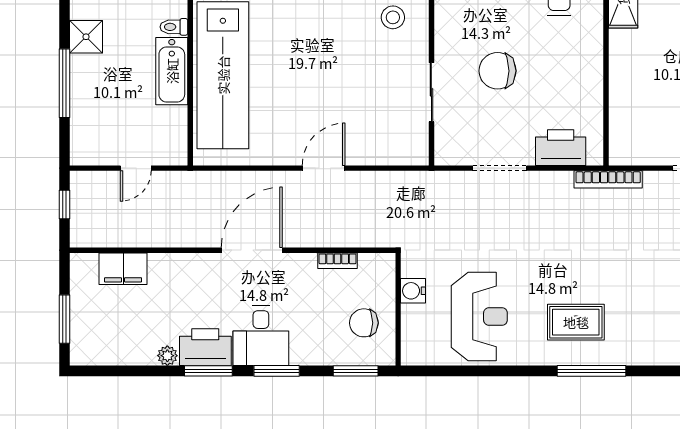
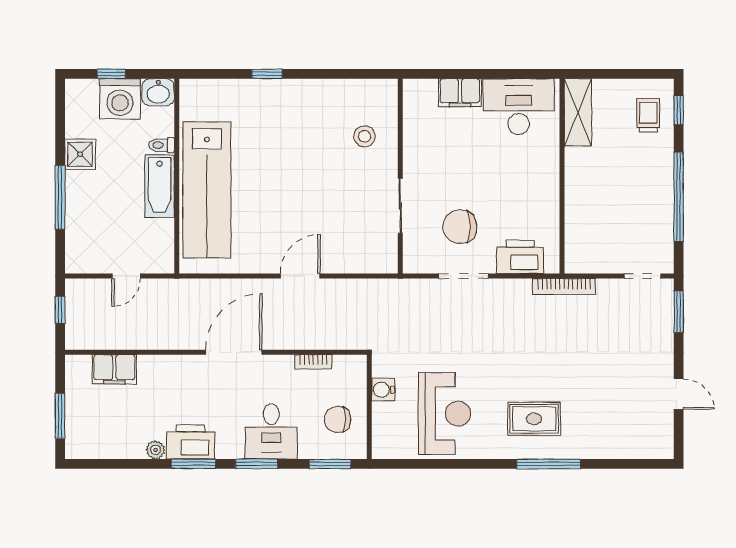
chair: (498, 71) -> (460, 227), moved
desk: (261, 336) -> (271, 431), moved

